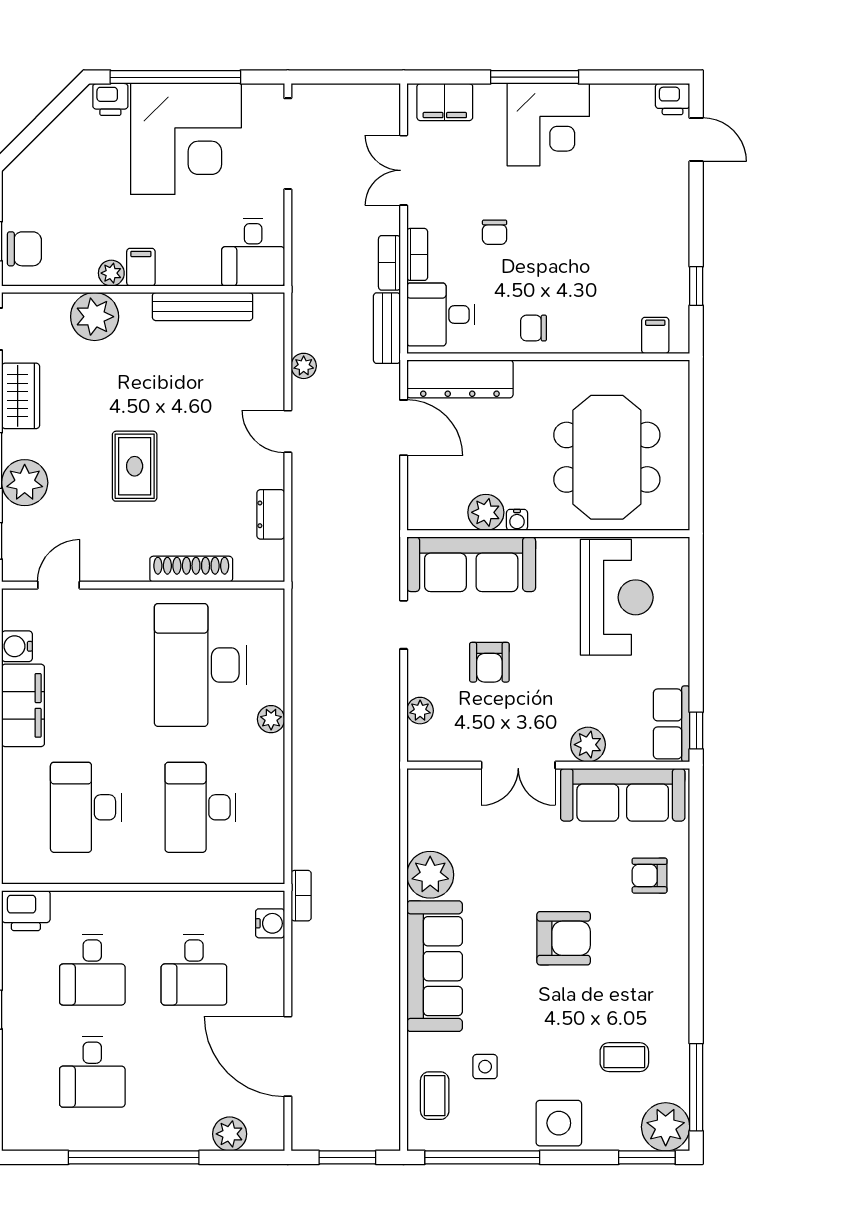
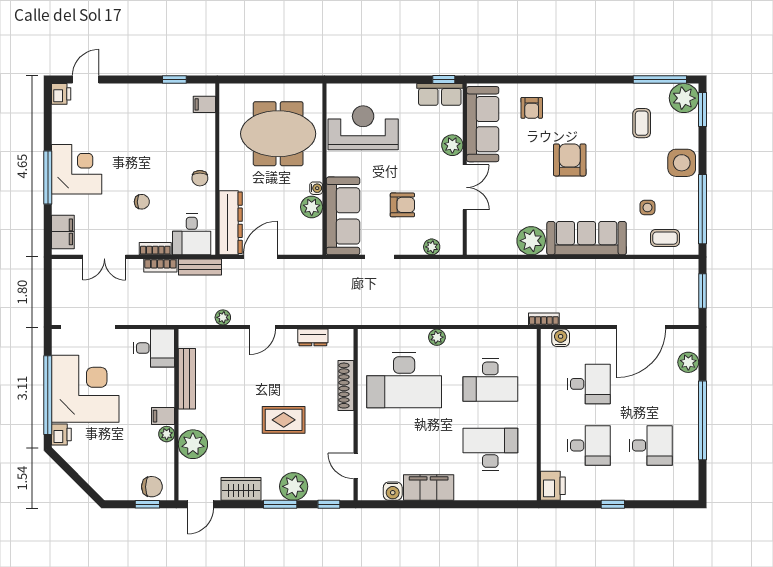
chair: (24, 249) -> (152, 487), turned 91
desk: (86, 807) -> (490, 449), turned 180

